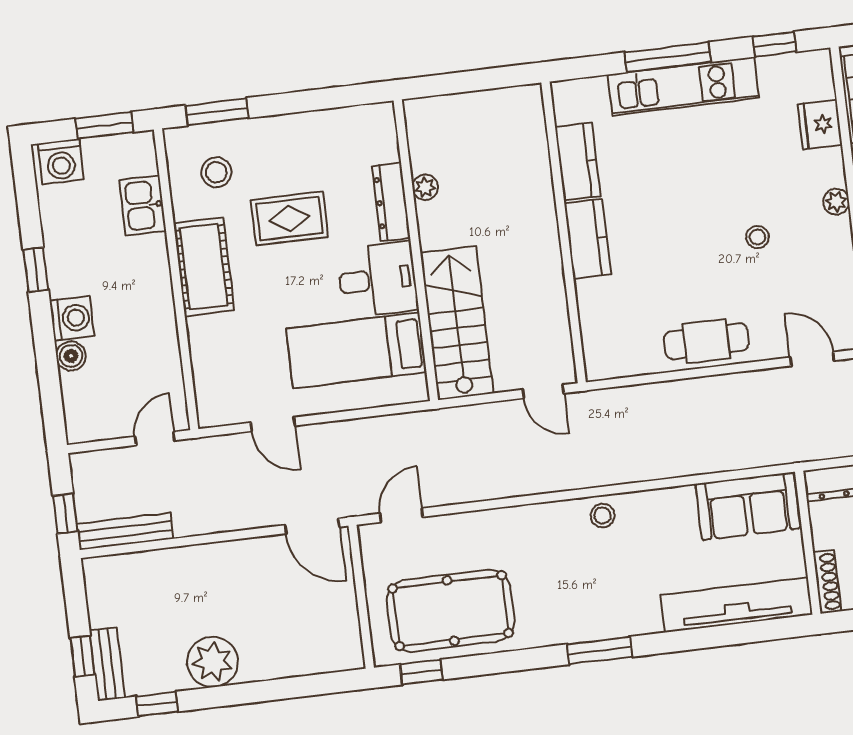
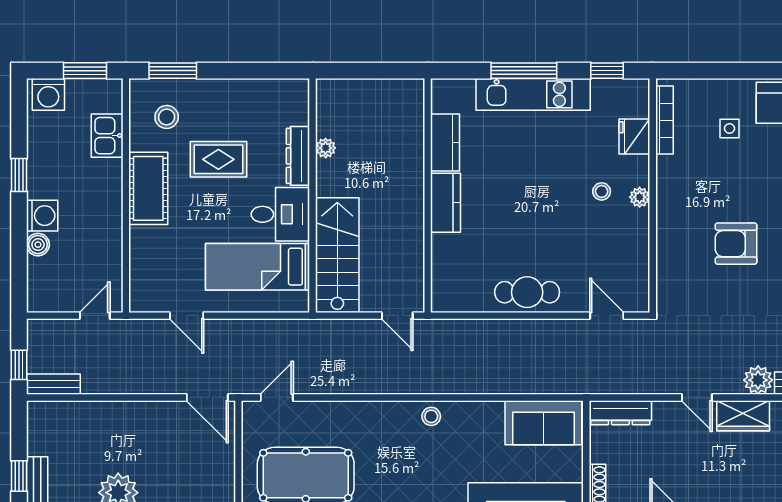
stool: (757, 237) -> (602, 191), moved
bench: (125, 531) -> (53, 384), width x0.73

